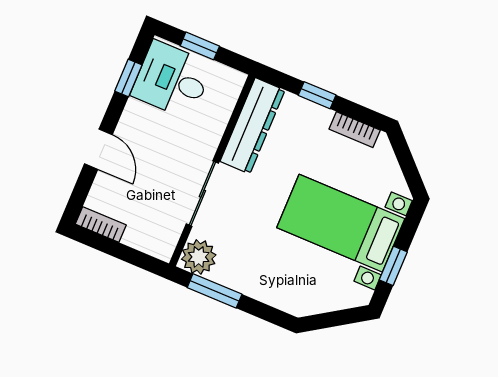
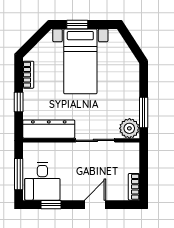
window: (200, 46) -> (19, 174), width x1.50
window: (393, 266) -> (77, 24), moved

